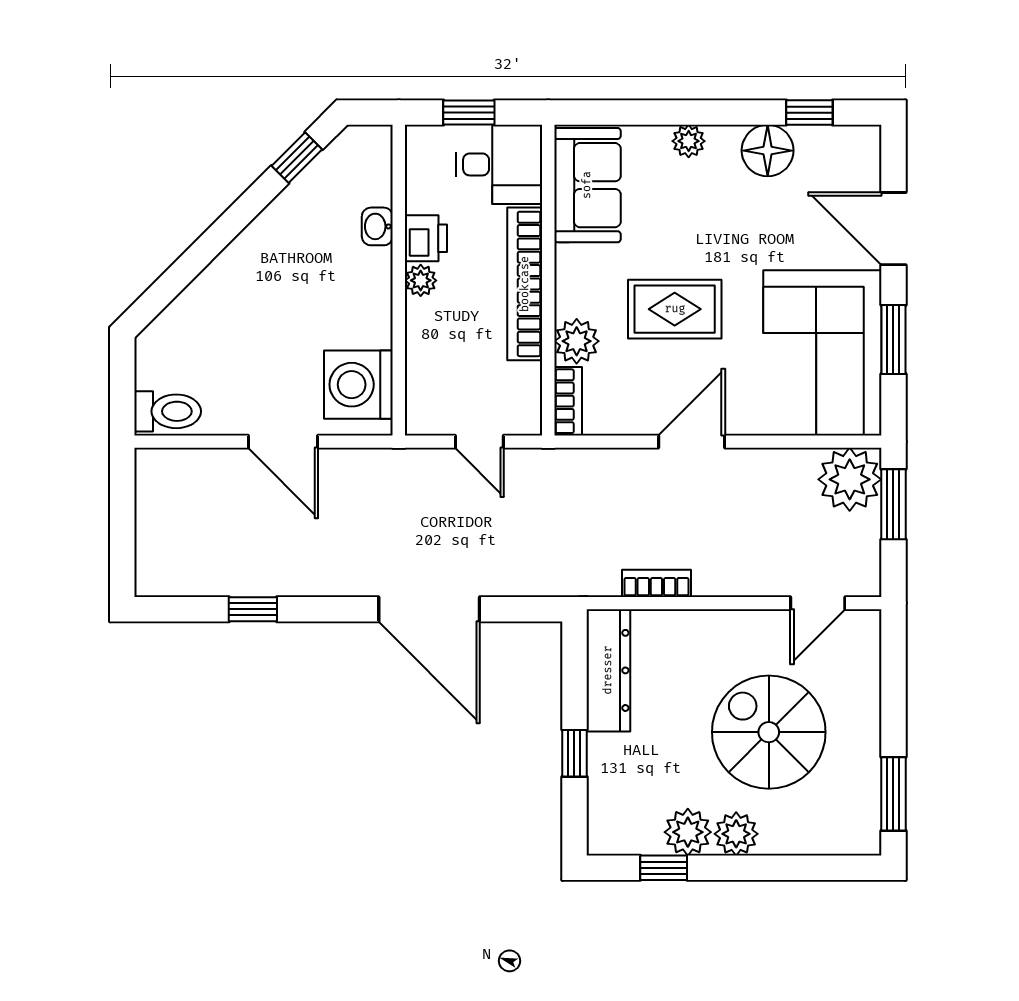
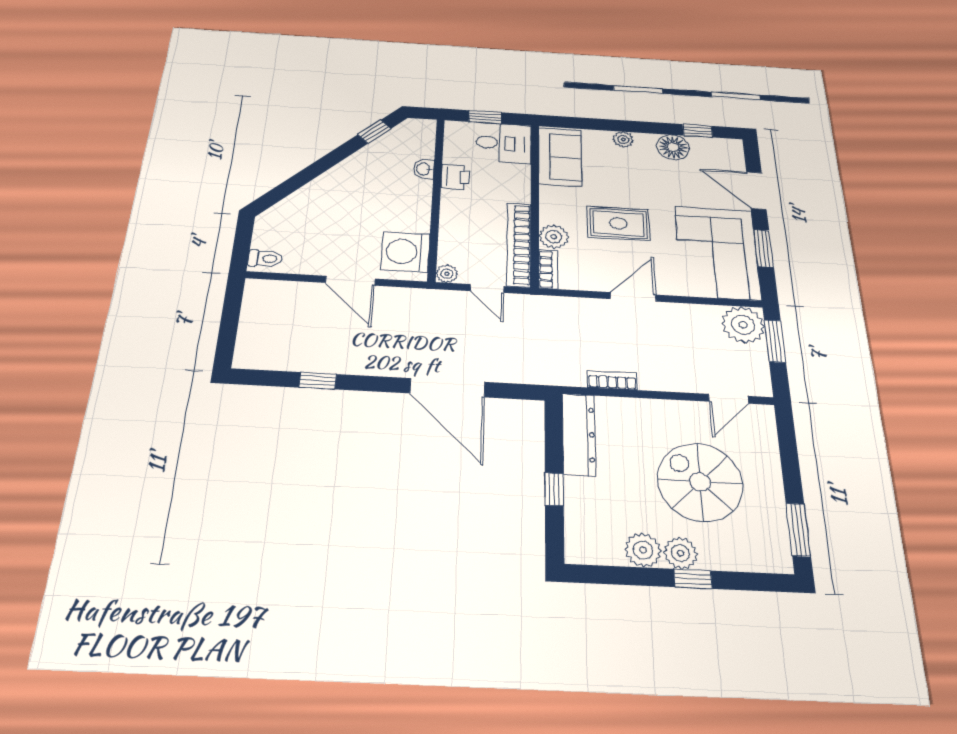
plant: (421, 280) -> (447, 274), moved
bookcase: (525, 284) -> (519, 244), moved
toilet: (168, 411) -> (265, 258), width x0.73, depth x0.72
window: (664, 868) -> (693, 579), moved

